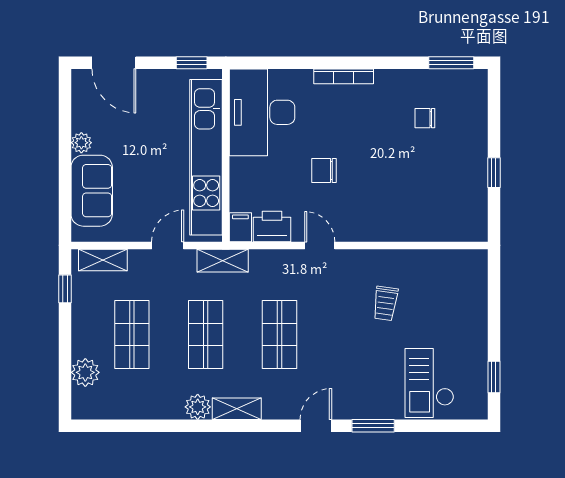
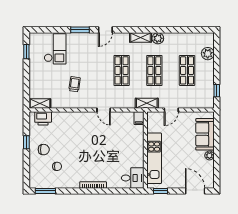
desk: (262, 112) -> (133, 178), width x0.53, depth x0.77
kitchen unit: (206, 157) -> (154, 158), width x0.73
chair: (324, 171) -> (44, 150), moved
printer: (272, 226) -> (43, 118), moved
shelving: (103, 260) -> (40, 103), moved

